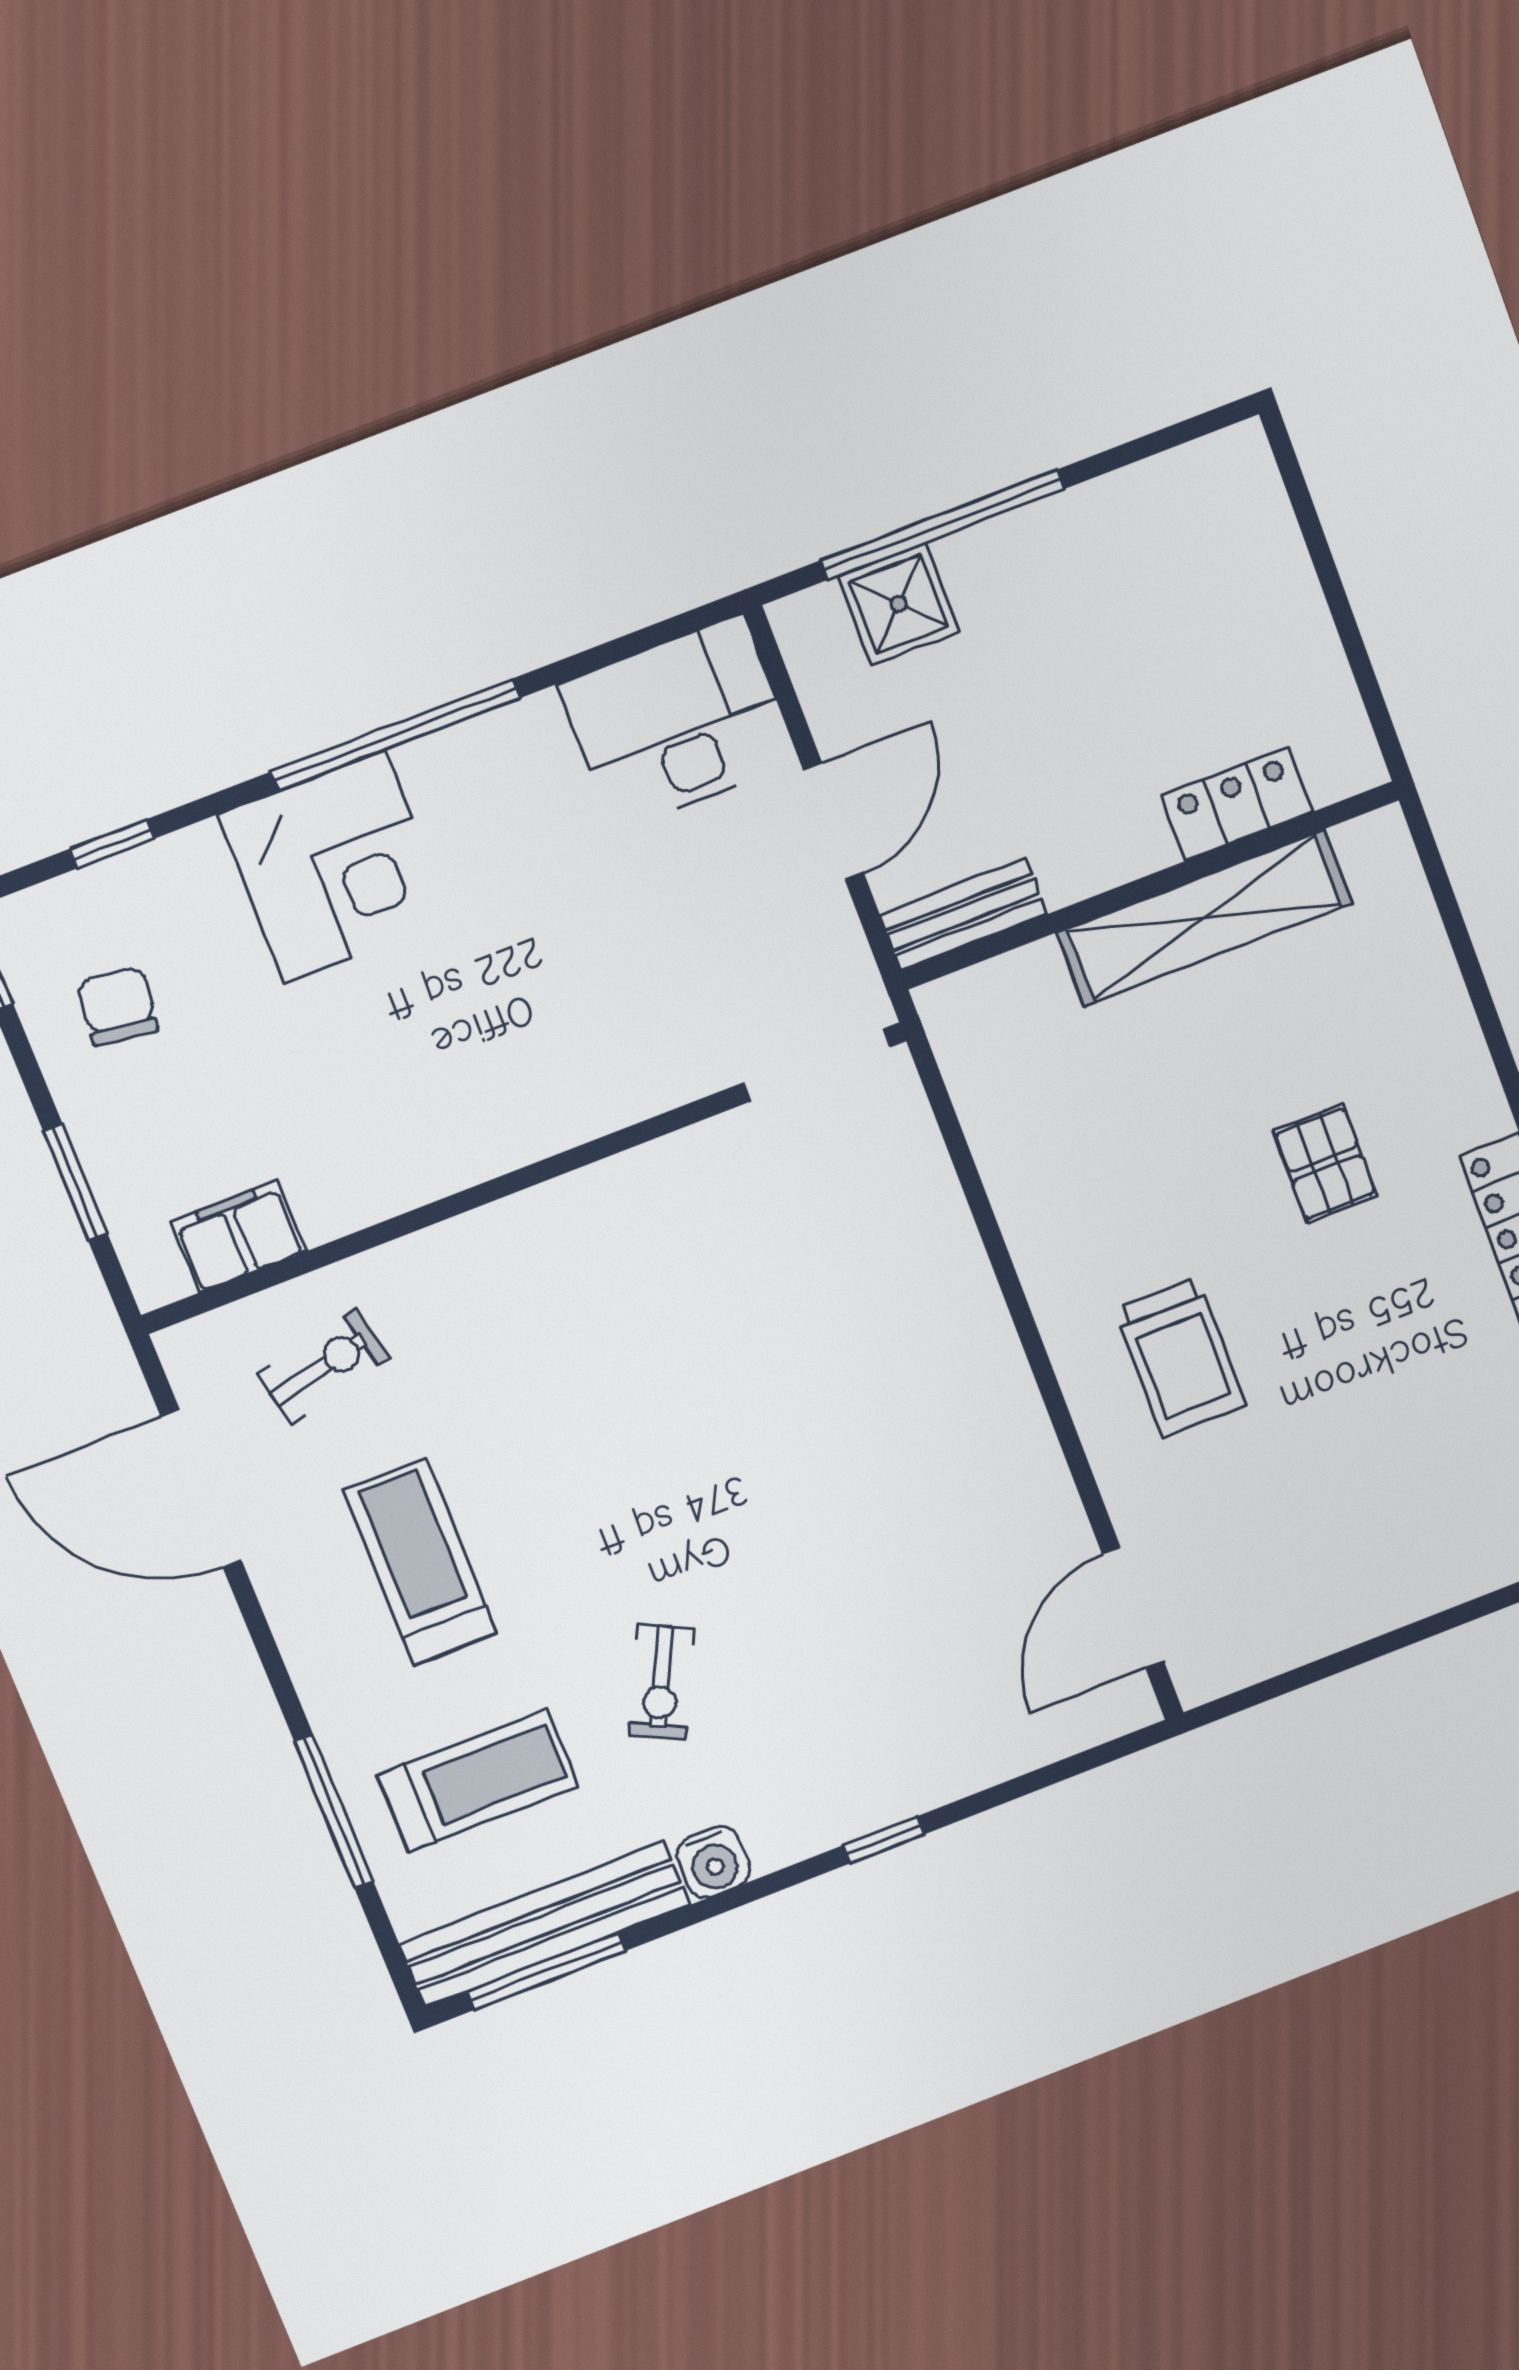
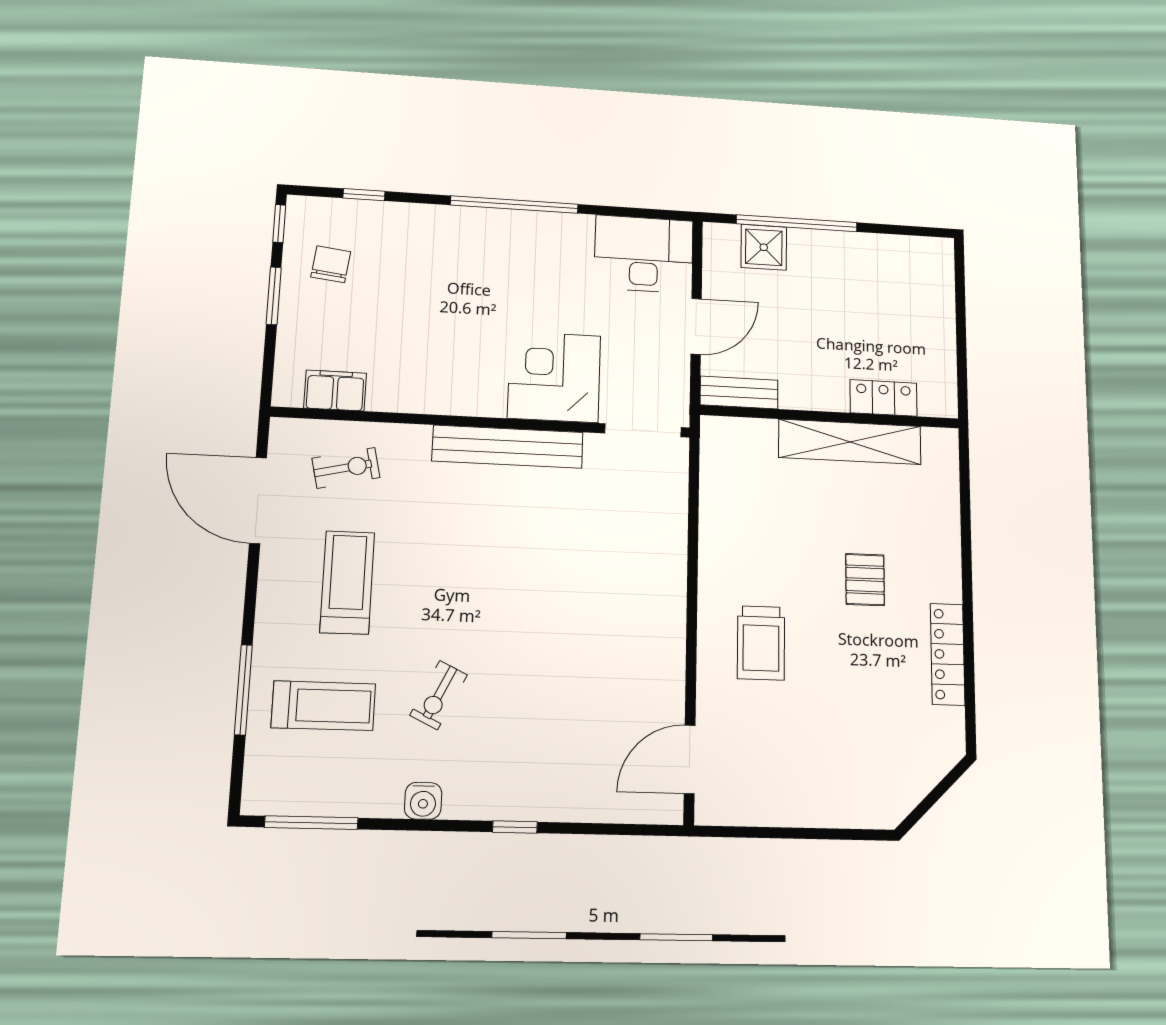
corner desk: (335, 867) -> (554, 377), moved, turned 180
window: (76, 1183) -> (274, 296), moved
bench: (545, 1925) -> (508, 447), moved

